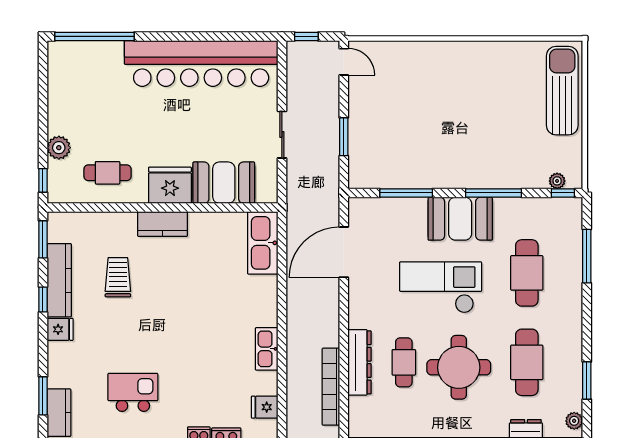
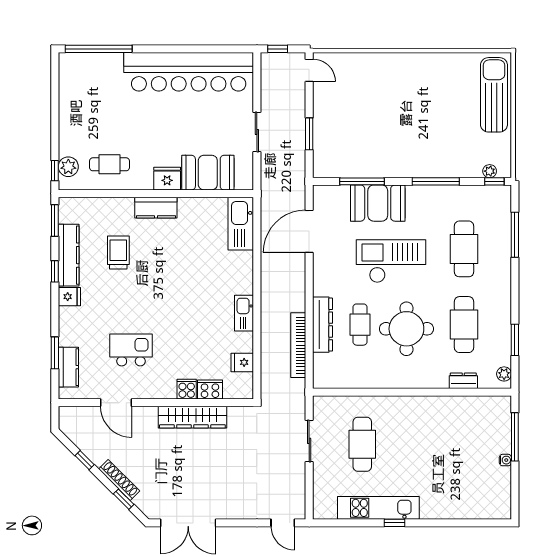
plant: (59, 148) -> (68, 167), moved
fridge: (170, 185) -> (167, 179), width x0.73, depth x0.75
booth: (460, 219) -> (378, 203), moved

